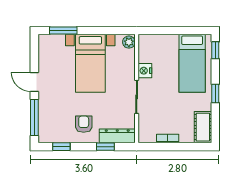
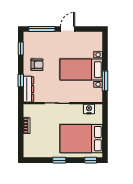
window: (63, 30) -> (105, 81), moved
plant: (129, 42) -> (97, 97), removed
bed: (192, 63) -> (81, 139), width x1.50
nightstand: (145, 71) -> (89, 109), moved
cot: (203, 127) -> (35, 151), removed

